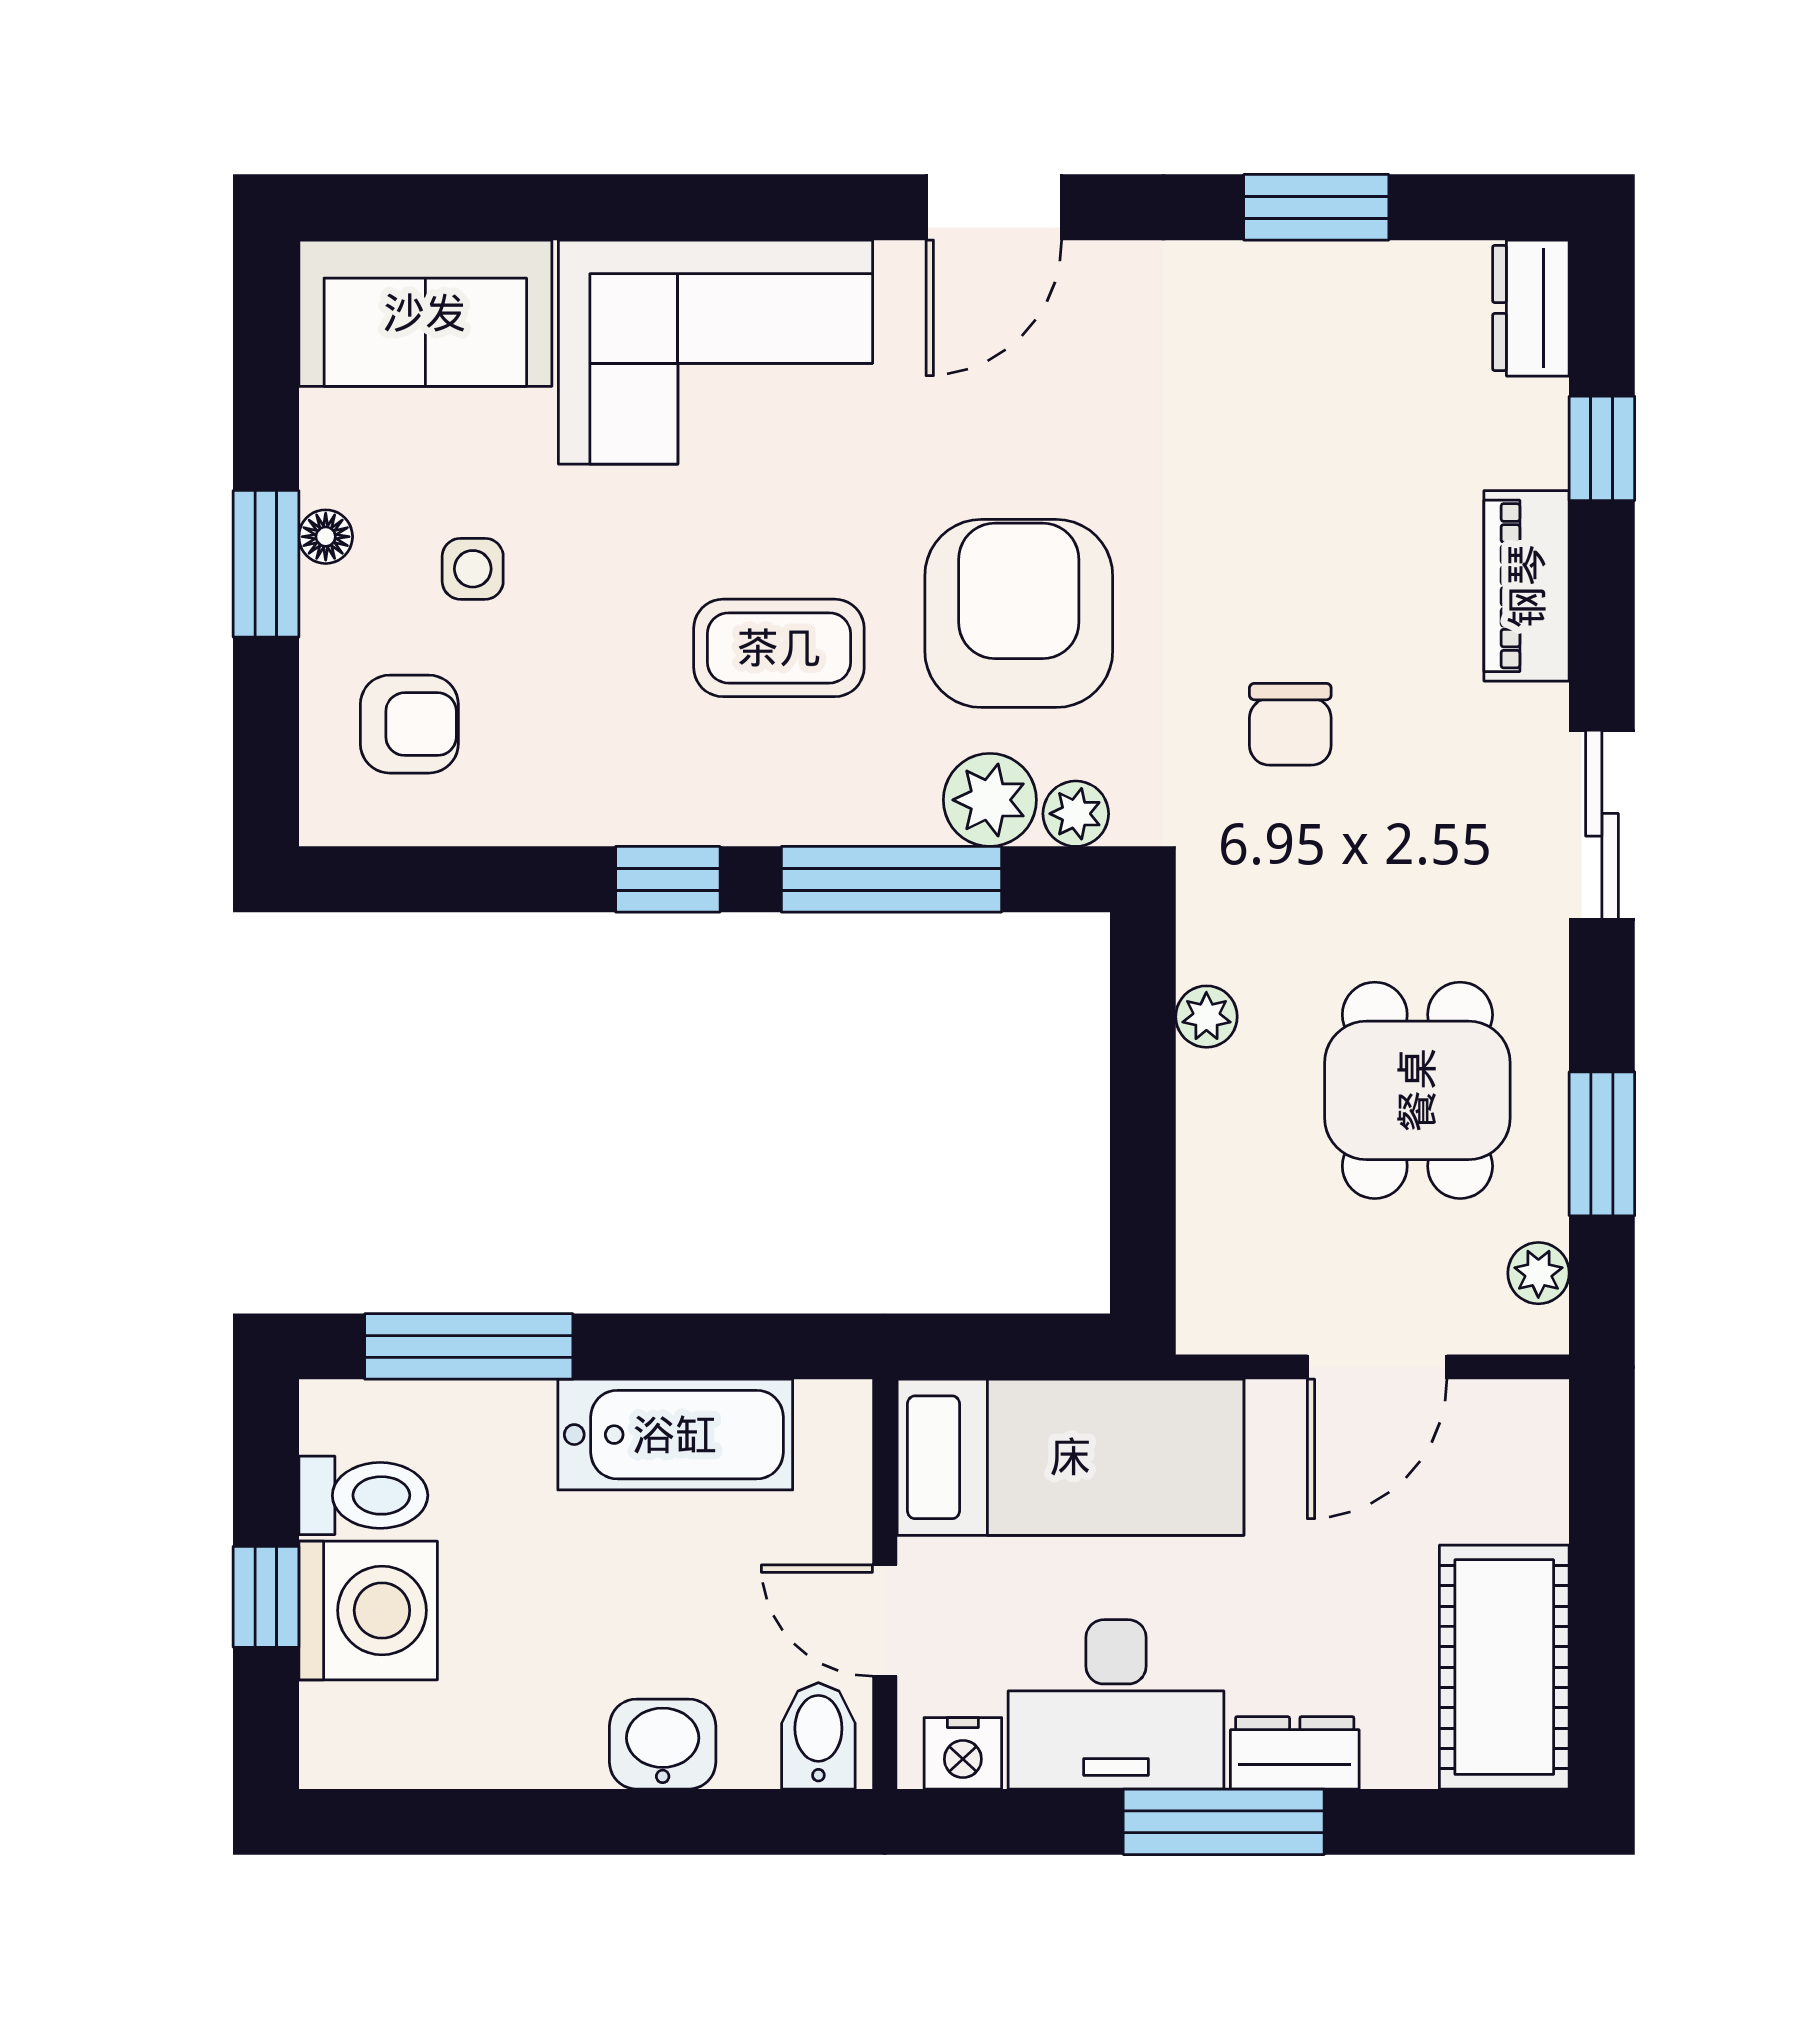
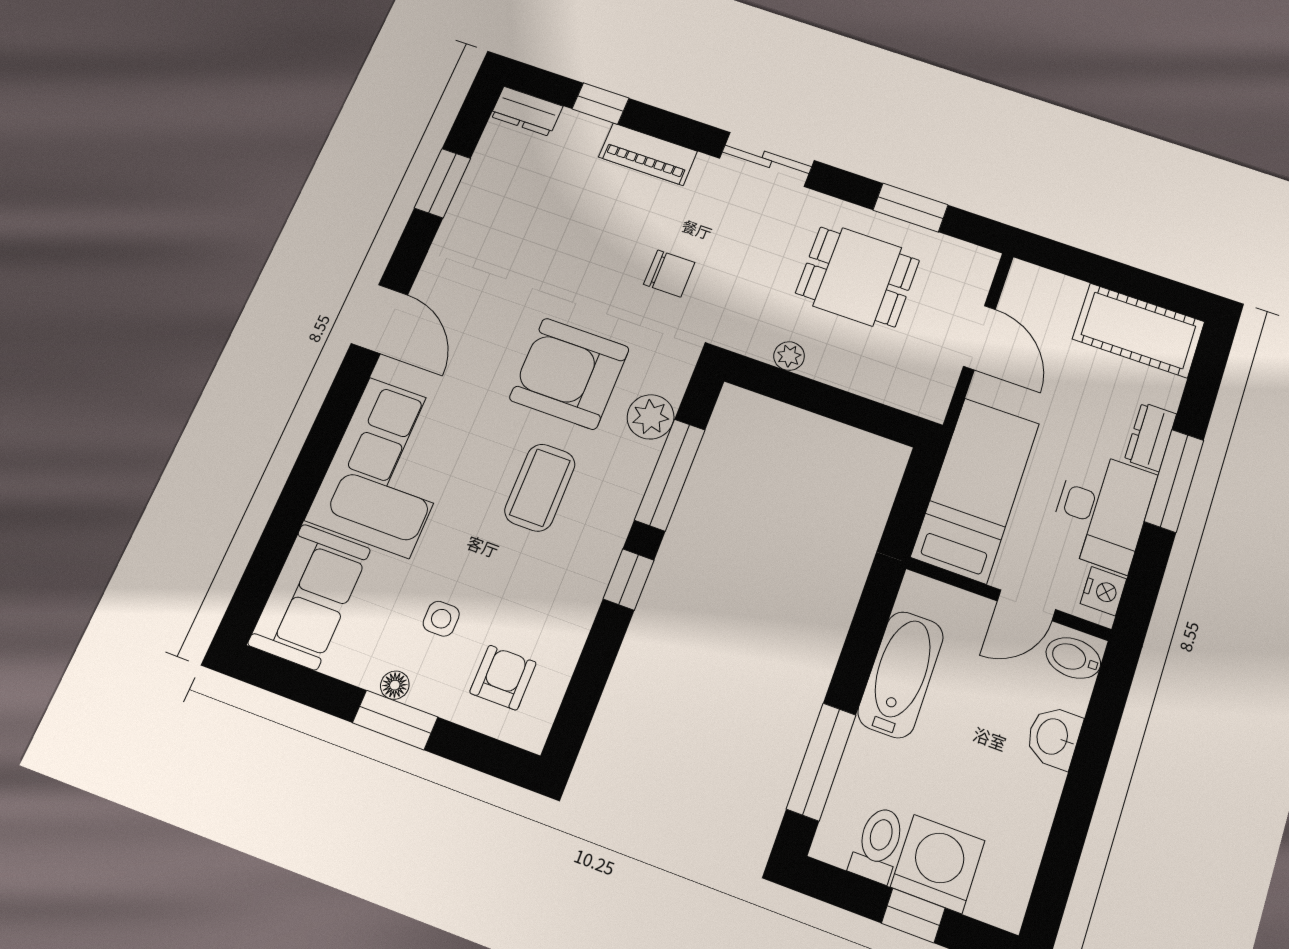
plant: (1076, 814) -> (672, 381), removed
plant: (1538, 1273) -> (960, 254), removed

